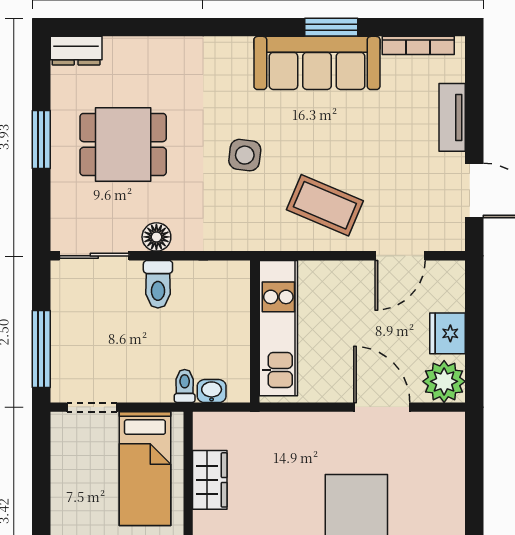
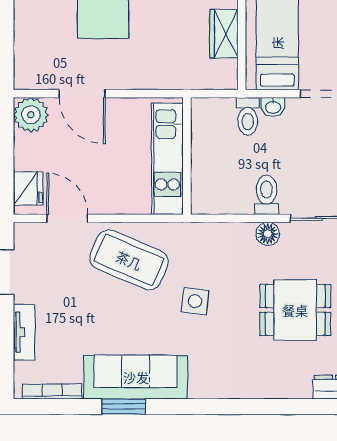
coffee table: (325, 205) -> (129, 260), width x1.36, depth x1.32
door: (400, 256) -> (67, 218), hinge flipped
fridge: (447, 333) -> (28, 189), moved
toilet: (185, 386) -> (248, 116), width x1.37, depth x1.39
washbasin: (212, 391) -> (273, 107), moved

